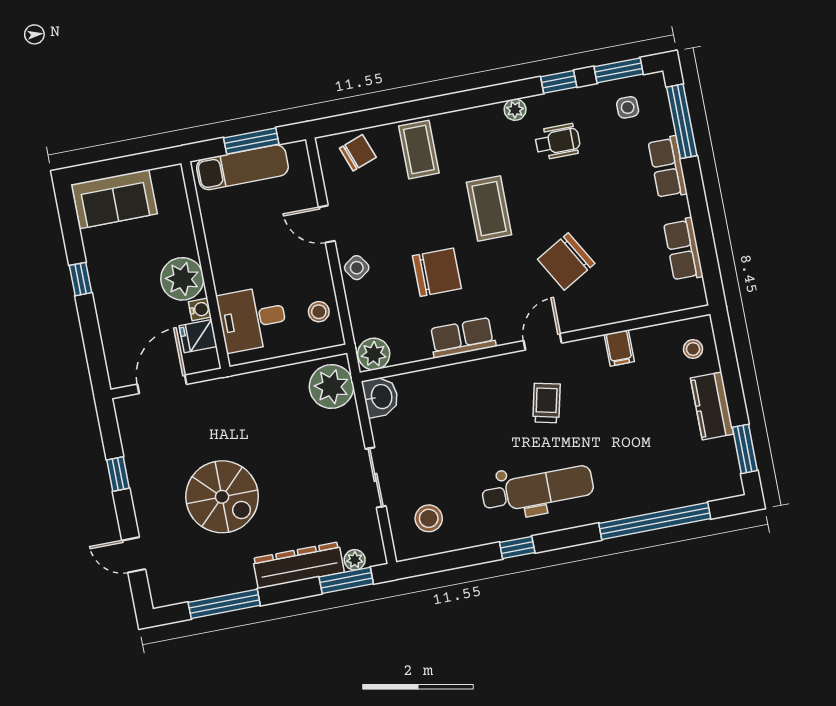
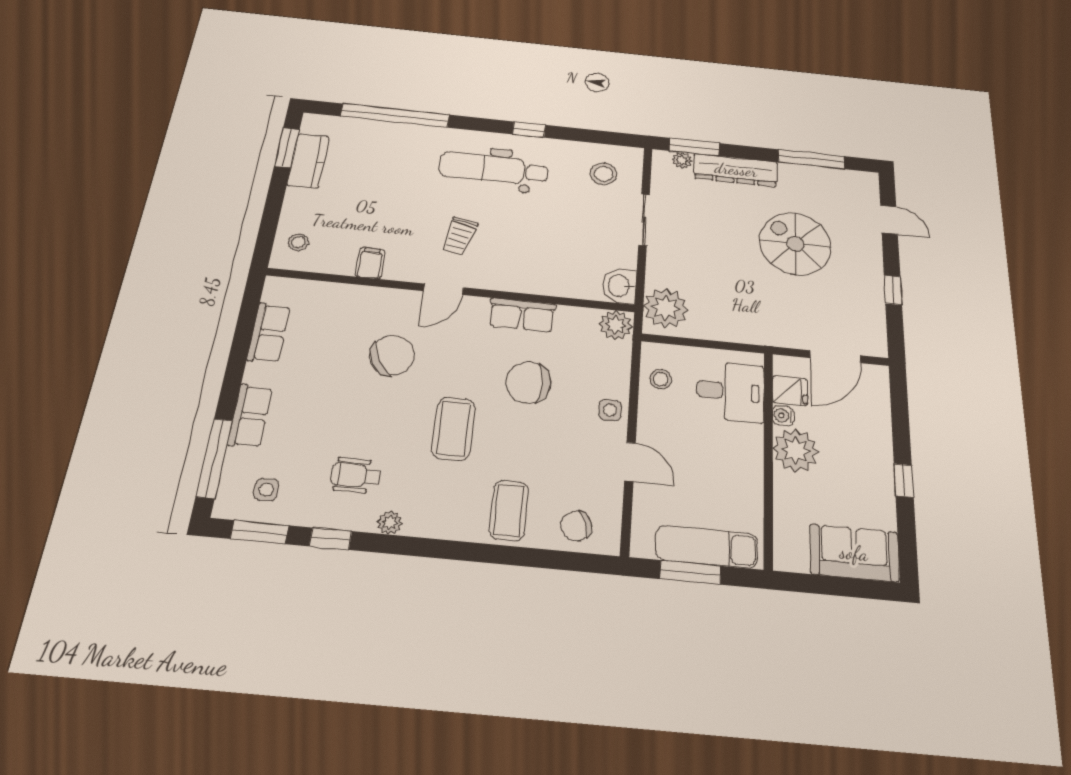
side table: (357, 268) -> (610, 410), turned 35
kitchen counter: (712, 406) -> (308, 161), moved

